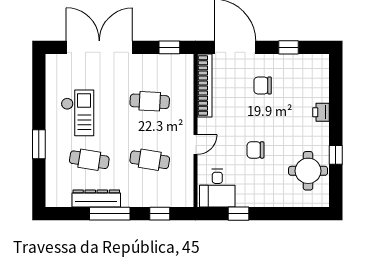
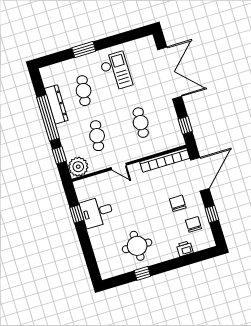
printer: (321, 112) -> (185, 249), moved
checkout: (78, 113) -> (116, 71), turned -90
chair: (255, 150) -> (194, 224), moved
round table: (308, 171) -> (137, 246), moved
desk: (217, 188) -> (97, 212), moved
plant: (181, 194) -> (78, 167), added
window: (110, 214) -> (48, 118), width x1.46

